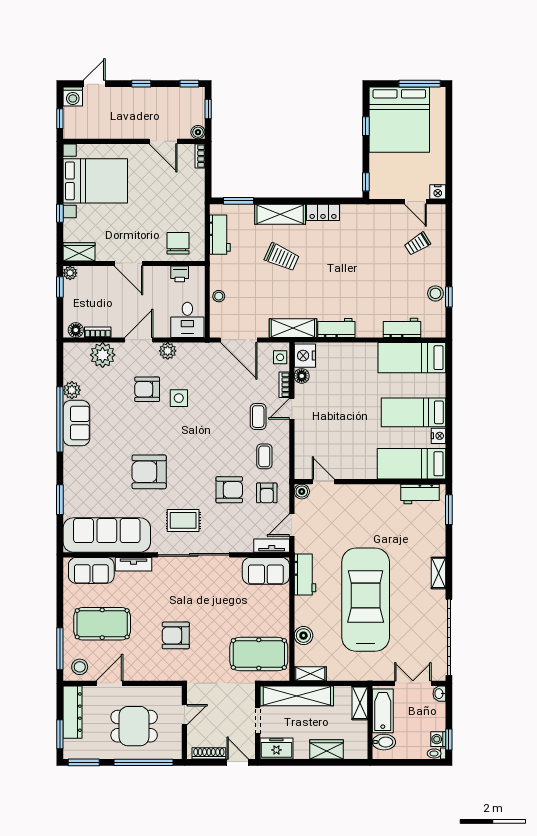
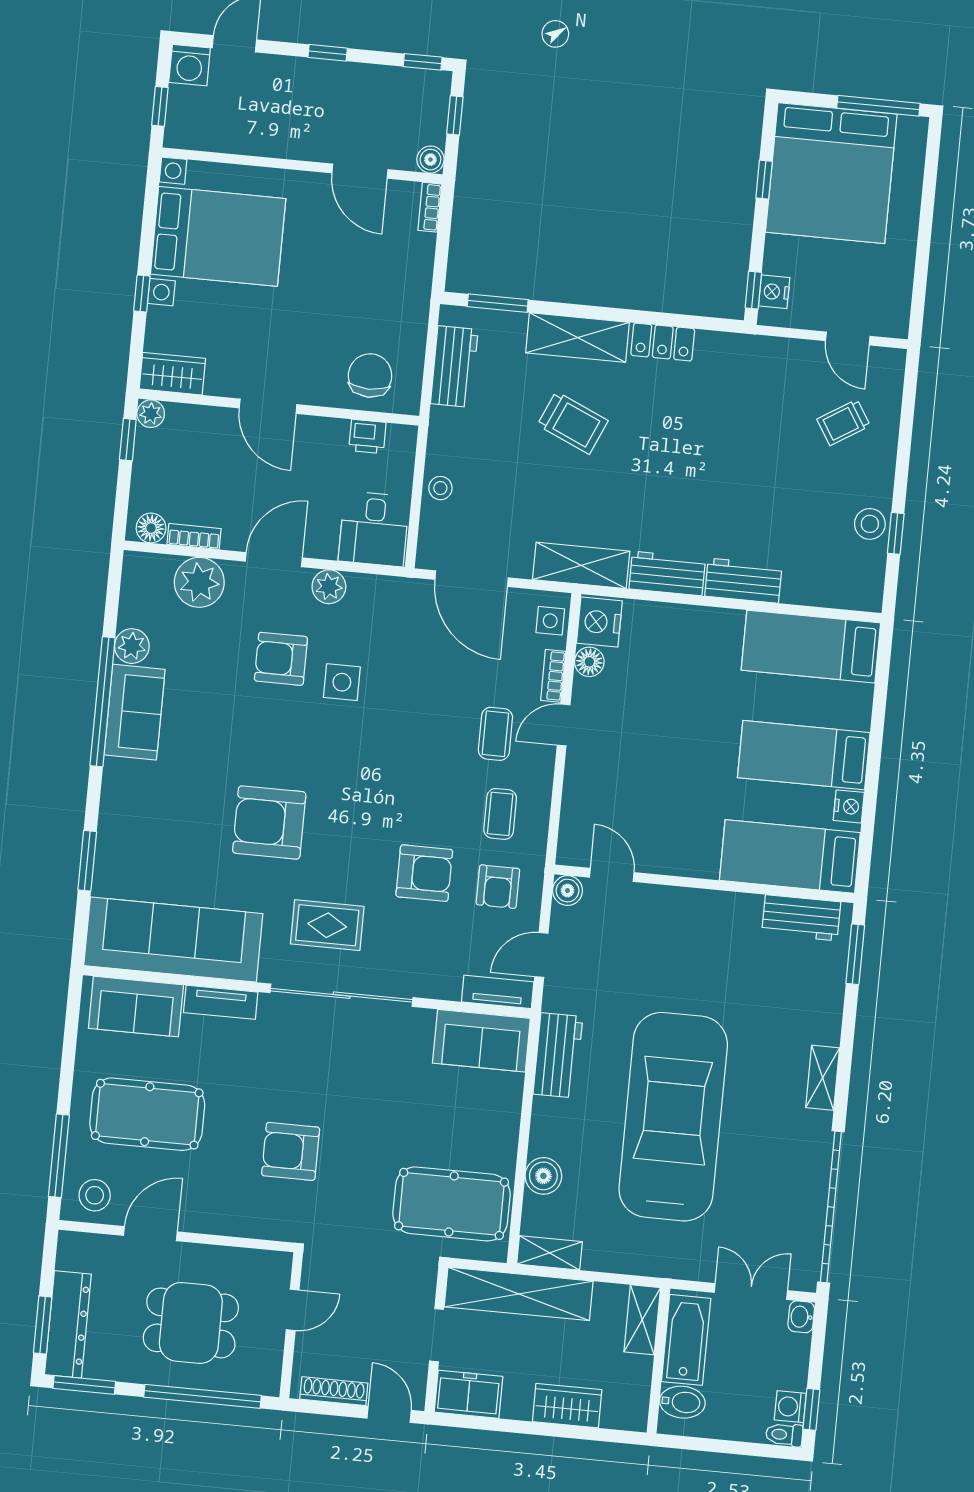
nightstand: (438, 192) -> (774, 292), moved, turned 90
workbench: (402, 328) -> (743, 581), moved
dresser: (73, 712) -> (68, 1324), moved

